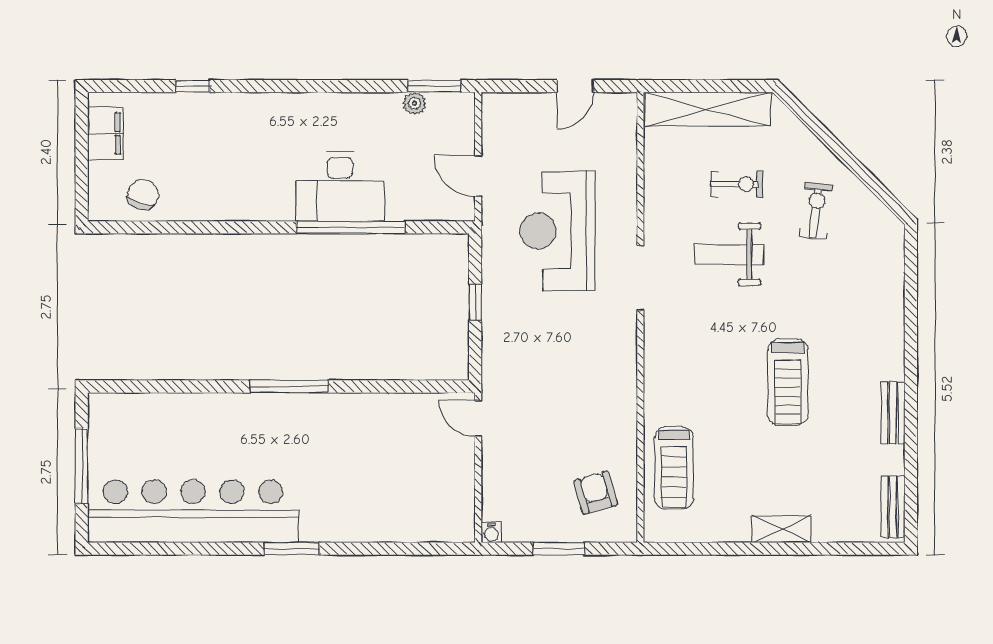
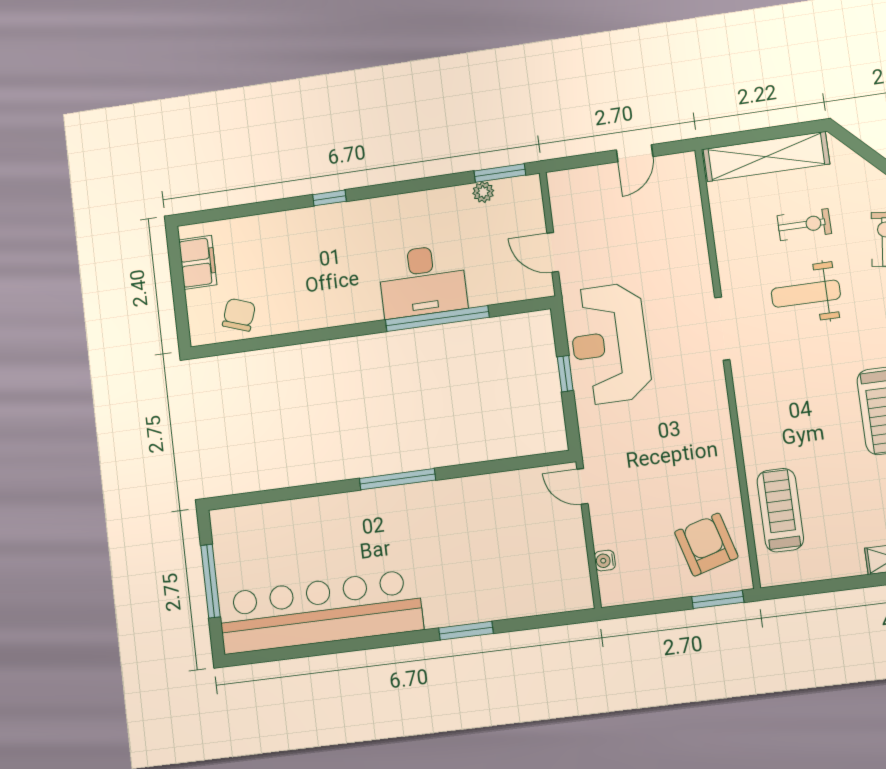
window: (193, 86) -> (329, 198), moved
reception desk: (558, 231) -> (610, 344), moved
treadmill: (674, 468) -> (780, 510), turned 180
armchair: (596, 493) -> (706, 545), width x1.38, depth x1.38
water cooler: (491, 533) -> (605, 561), moved, turned 90
window: (292, 549) -> (466, 631), moved
window: (559, 549) -> (718, 599), moved

